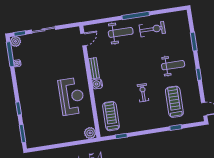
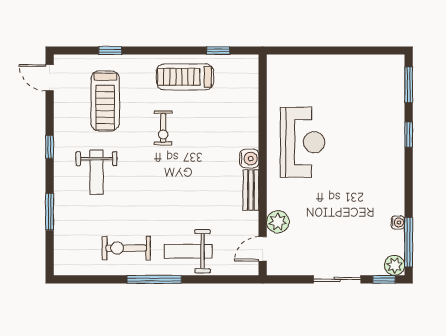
weight bench: (173, 65) -> (97, 172), turned -90
reception desk: (72, 96) -> (303, 142), turned 180
treadmill: (111, 116) -> (185, 77), moved, turned 90
plant: (90, 133) -> (278, 222), moved

